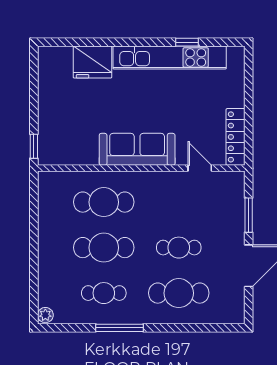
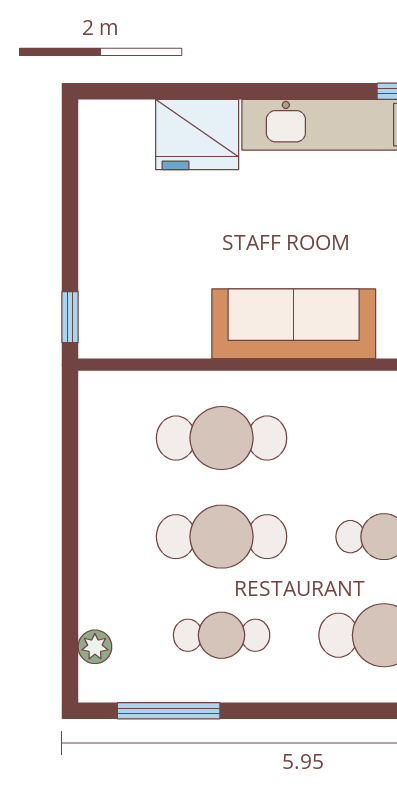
plant: (45, 315) -> (95, 647), moved
window: (119, 328) -> (169, 711), moved

